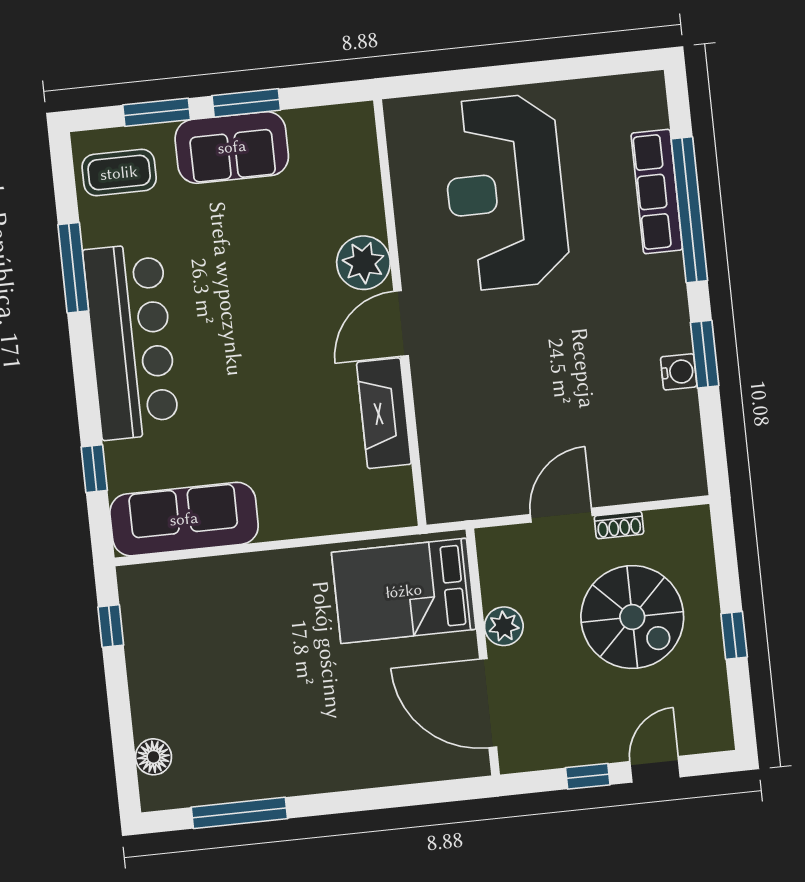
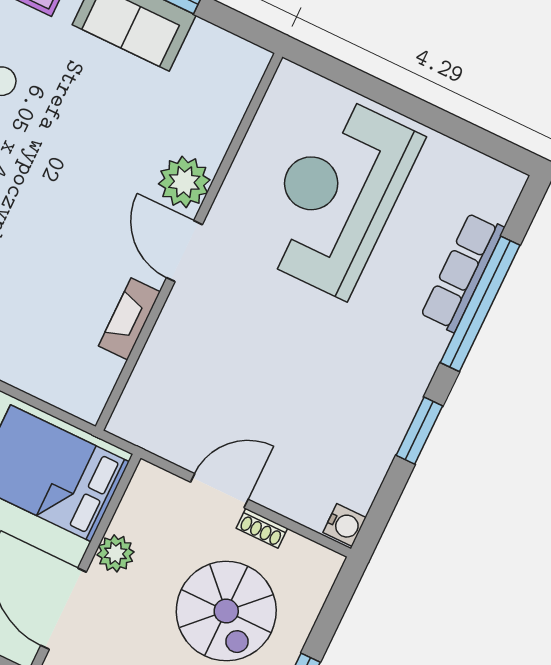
door: (401, 323) -> (184, 251), hinge flipped
water cooler: (679, 372) -> (345, 525), moved
fireplace: (384, 413) -> (129, 319), width x0.73, depth x0.76

